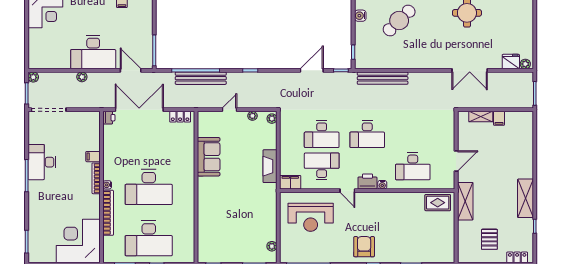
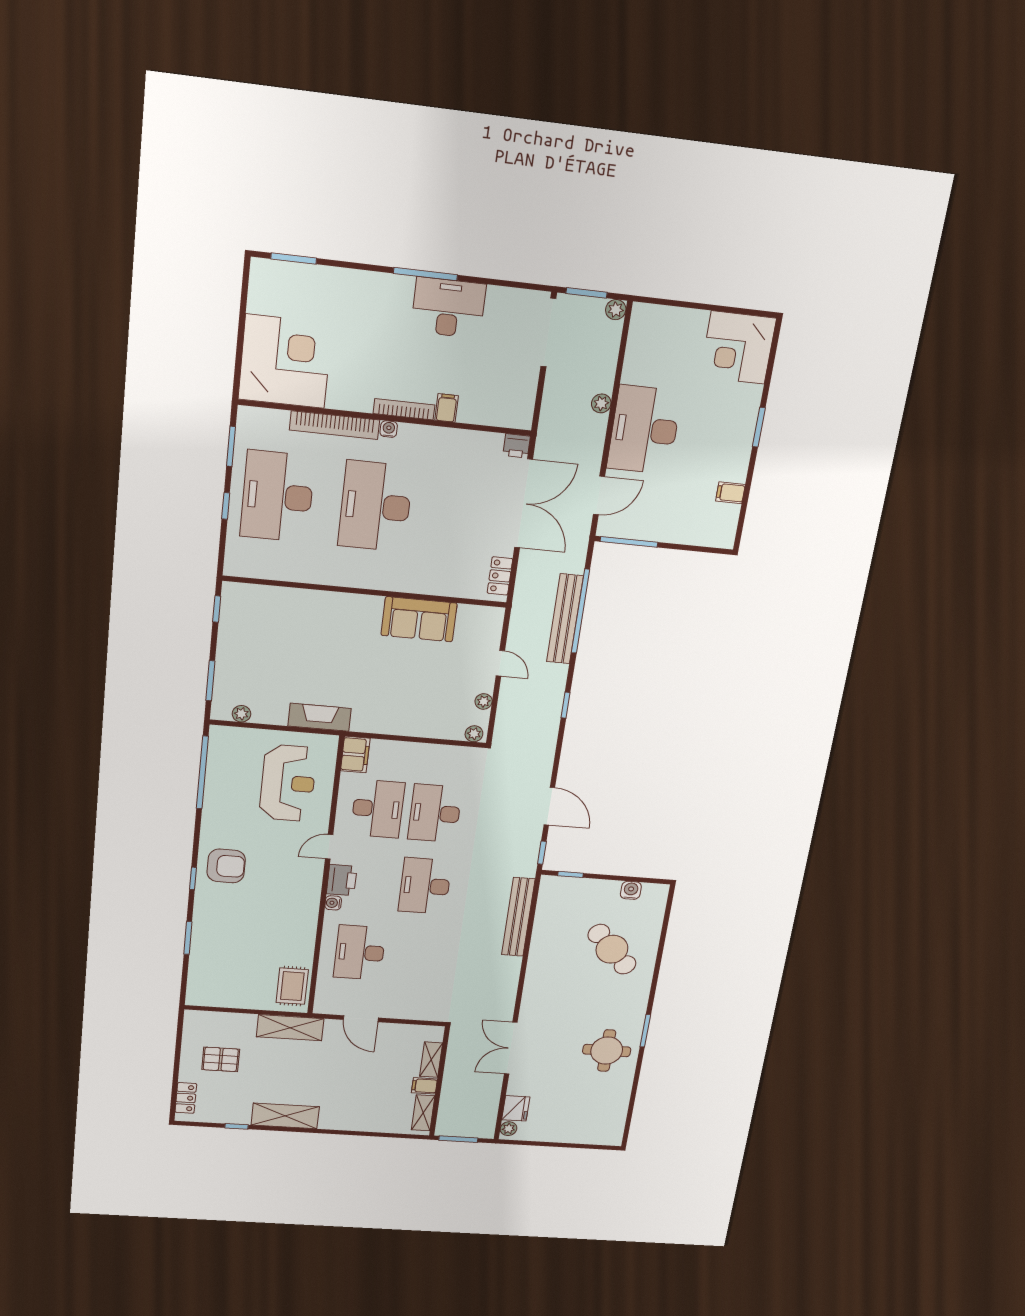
shelving: (518, 117) -> (423, 1113), added
fireplace: (270, 166) -> (320, 717), moved
reception desk: (311, 217) -> (288, 783), turned 180

